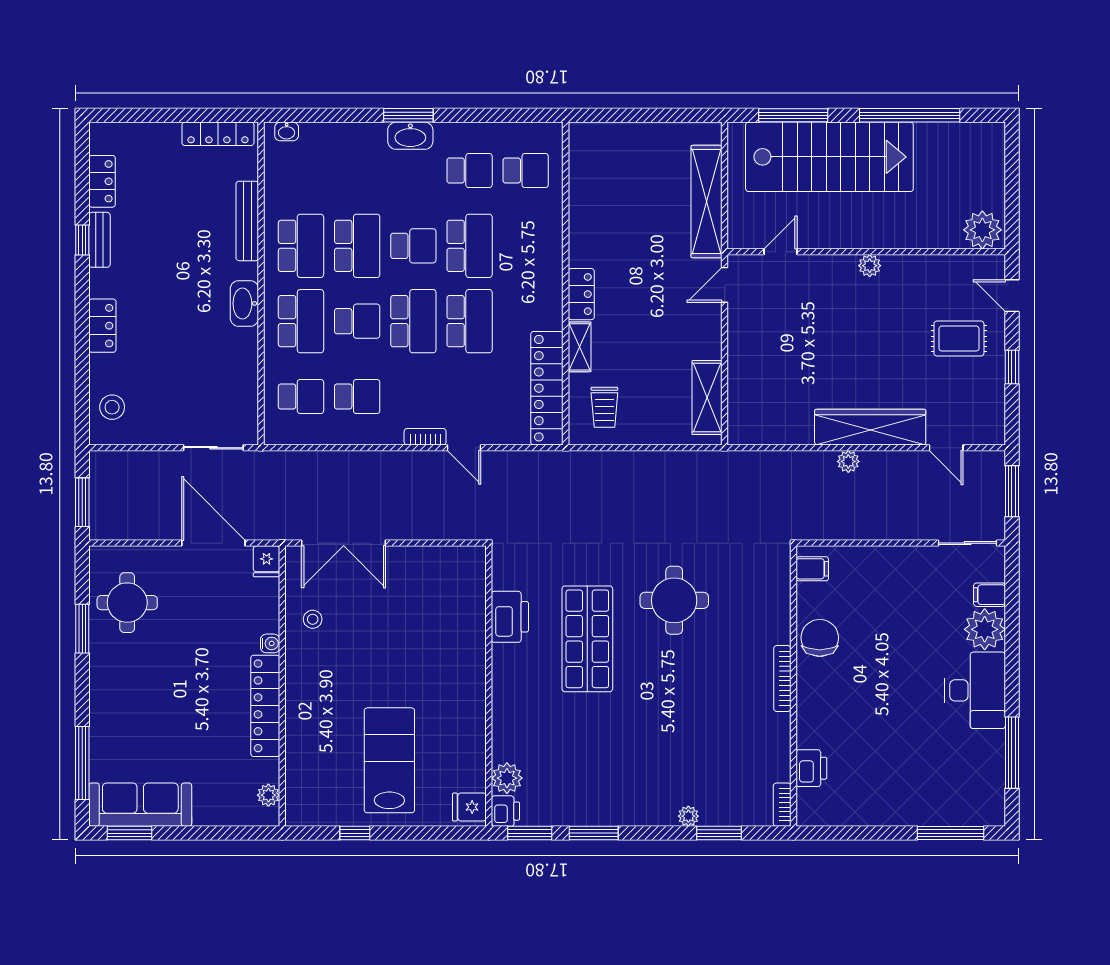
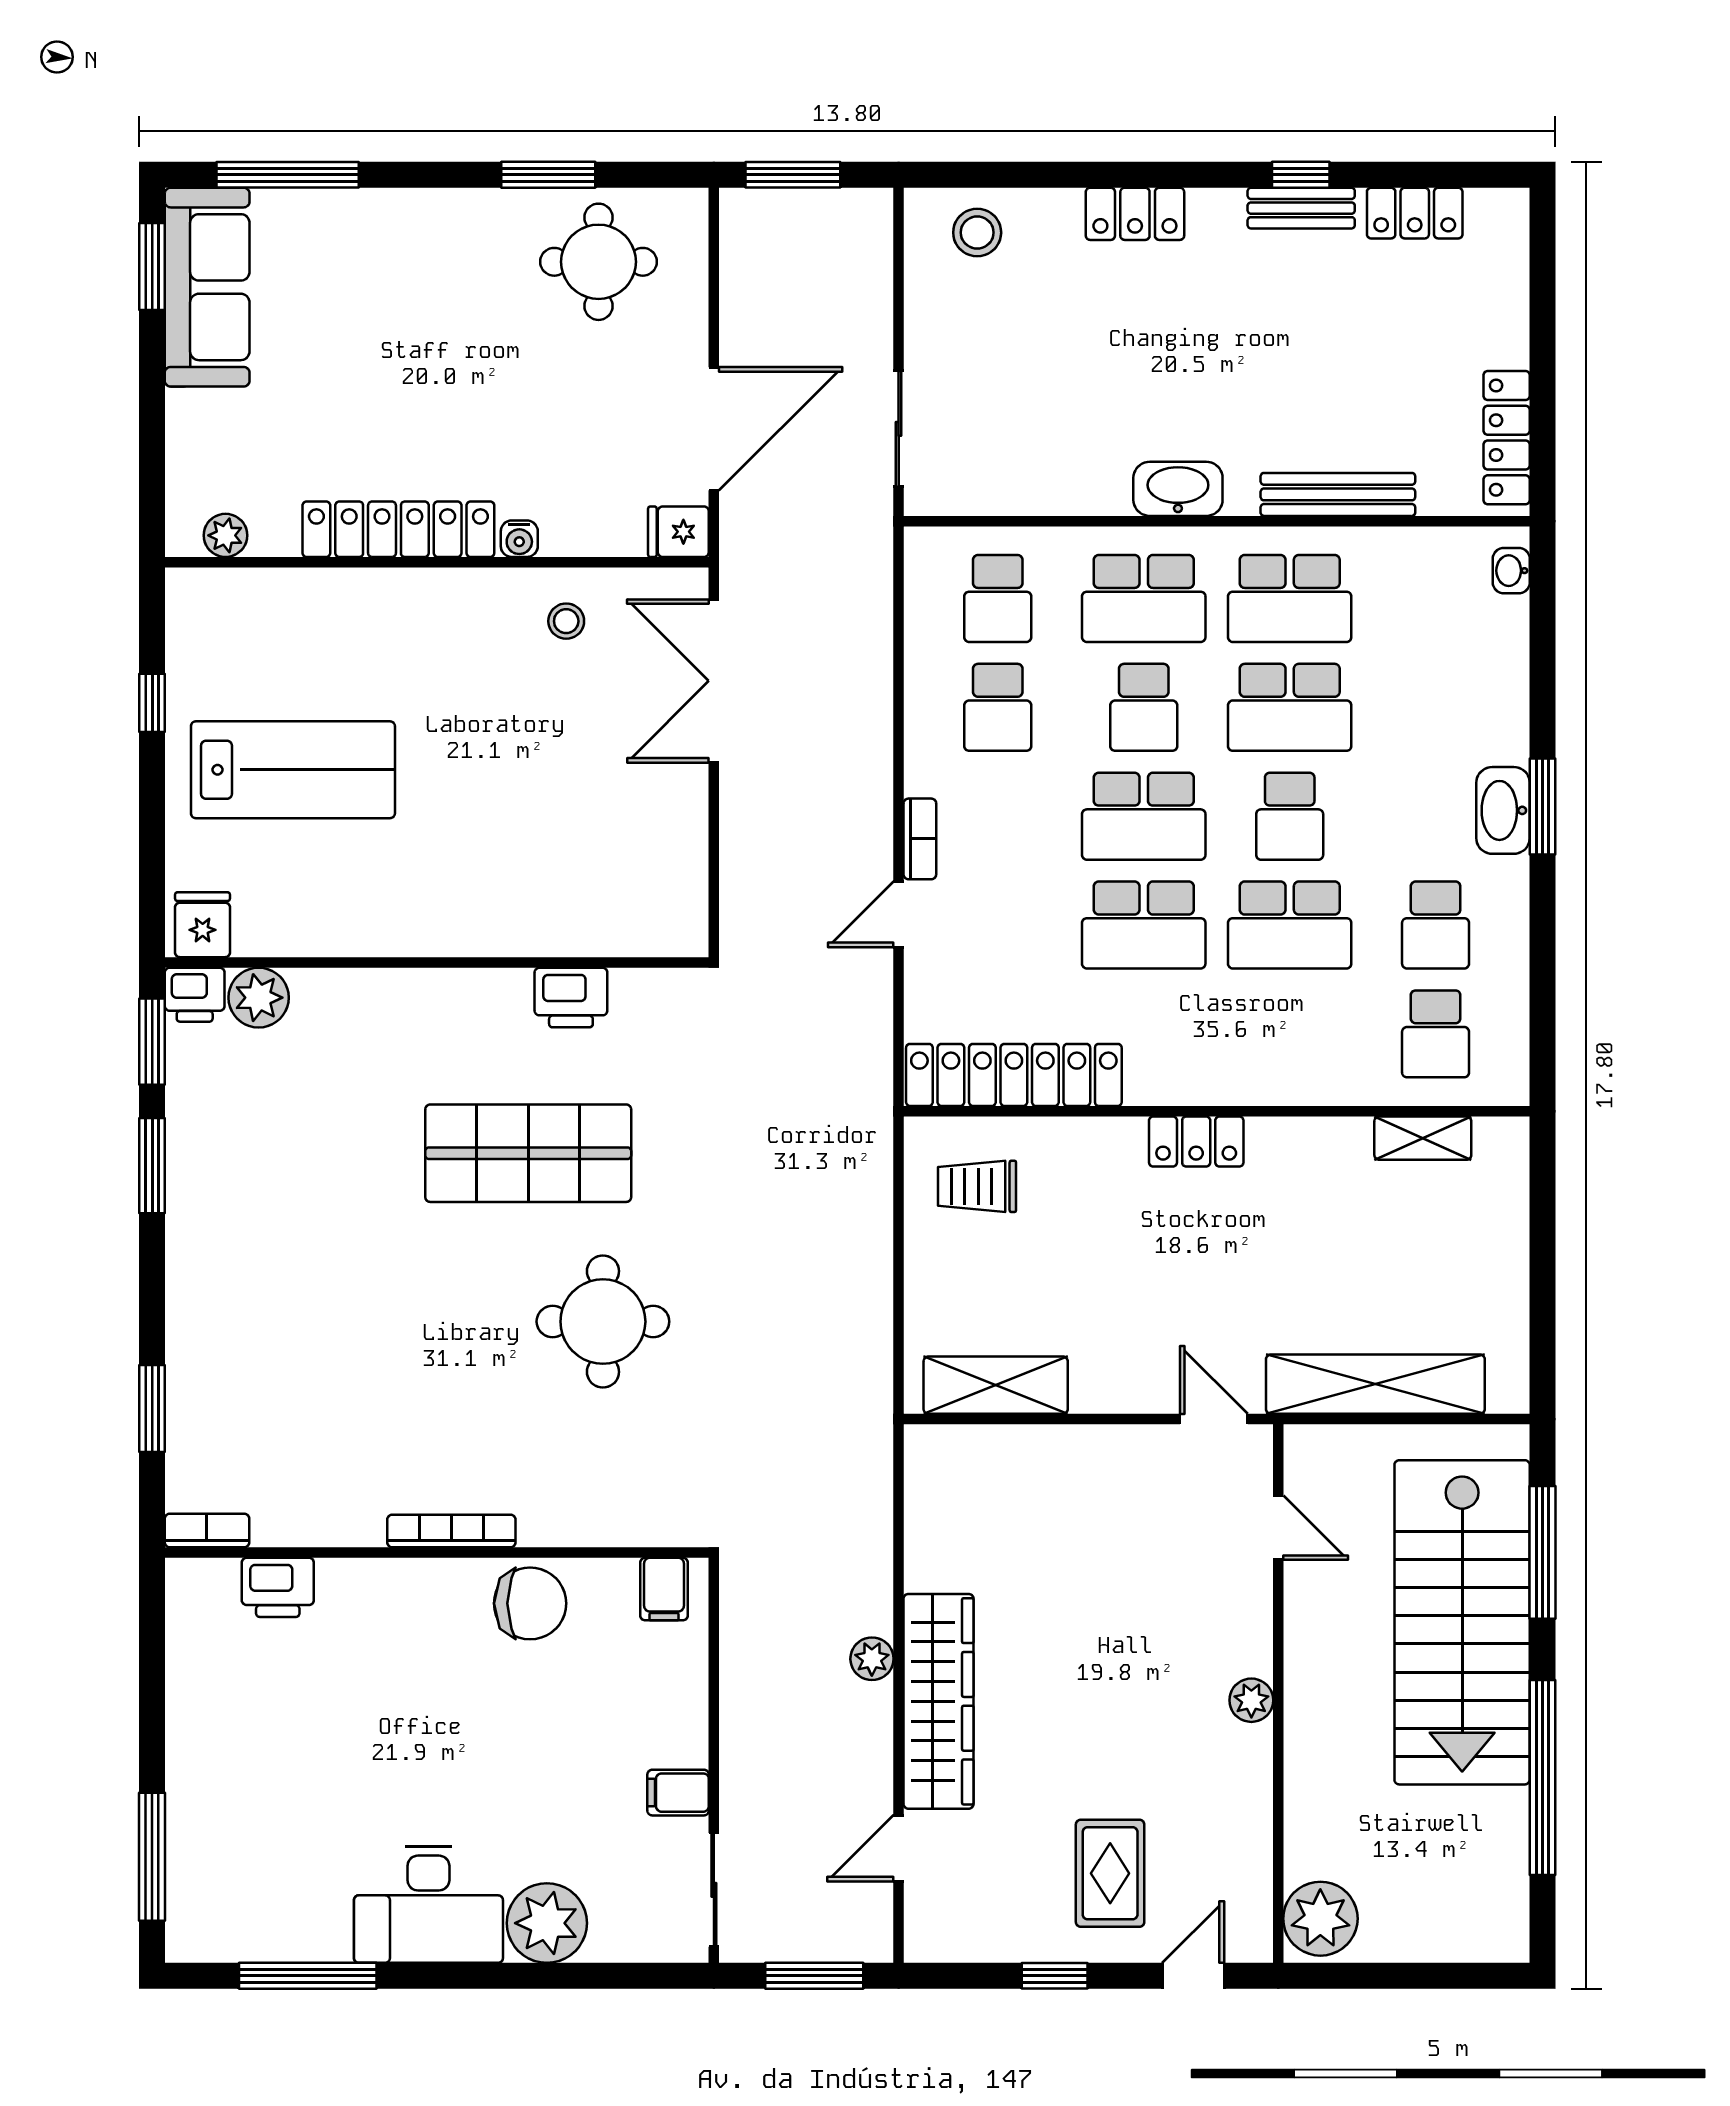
shelving: (580, 347) -> (1423, 1138), moved
filing cabinet: (989, 595) -> (678, 1793), moved, turned -90
printer: (510, 617) -> (571, 998), width x0.73, depth x0.84
plant: (688, 816) -> (185, 1349), removed

